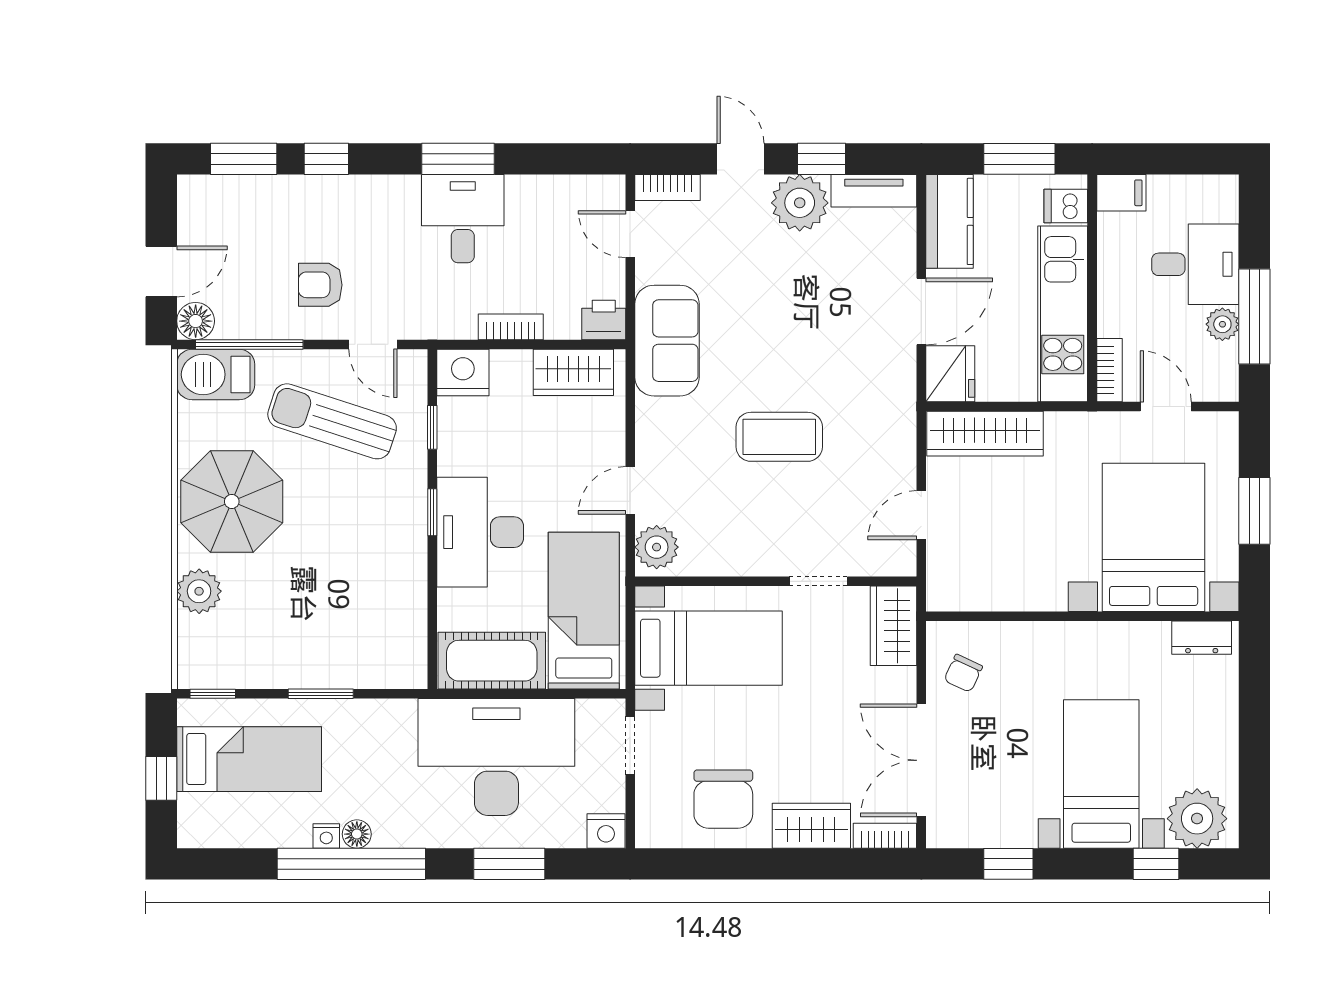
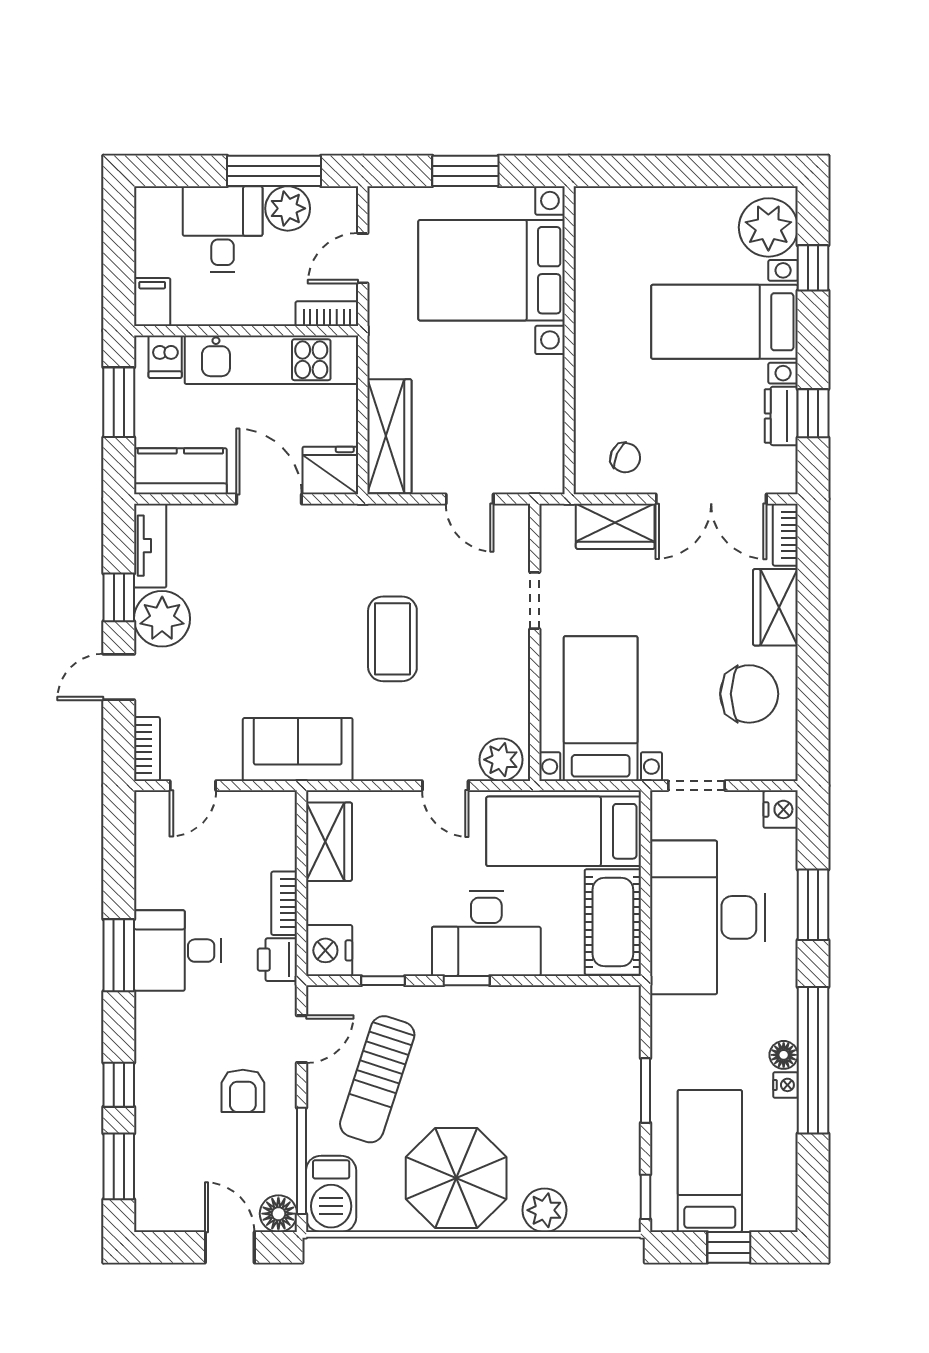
printer: (604, 320) -> (277, 960), moved
plant: (1222, 324) -> (288, 208), width x1.38, depth x1.38
wardrobe: (894, 626) -> (615, 526), moved
dresser: (1202, 638) -> (781, 416), moved, turned 180

